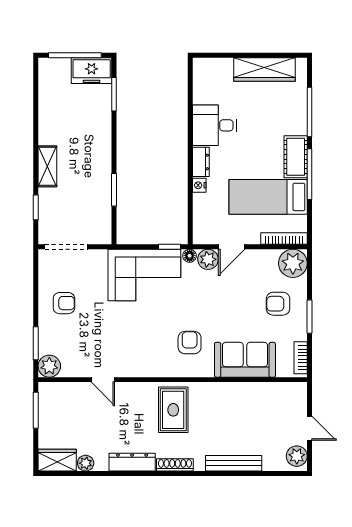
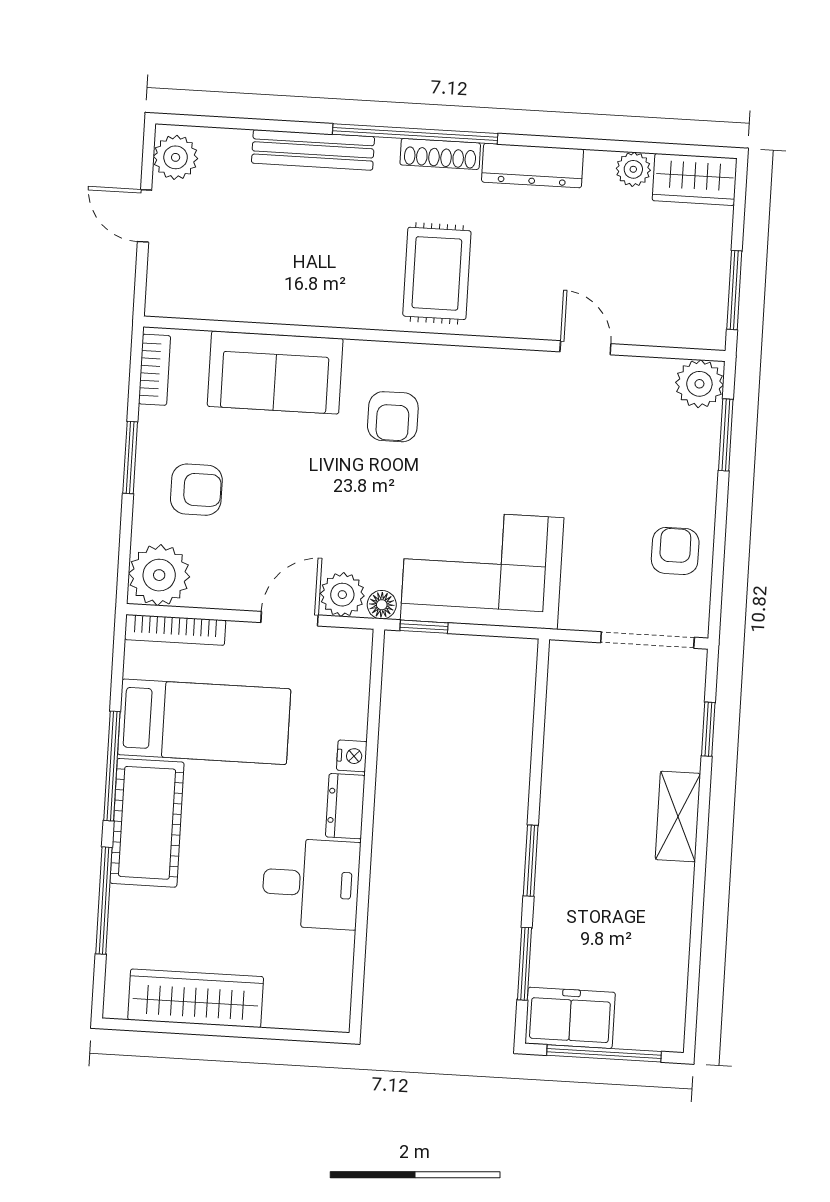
cot: (296, 157) -> (147, 823), width x1.37, depth x1.34
window: (114, 190) -> (531, 861), moved
armchair: (64, 303) -> (675, 551), moved, turned 90
window: (187, 473) -> (415, 134), added

